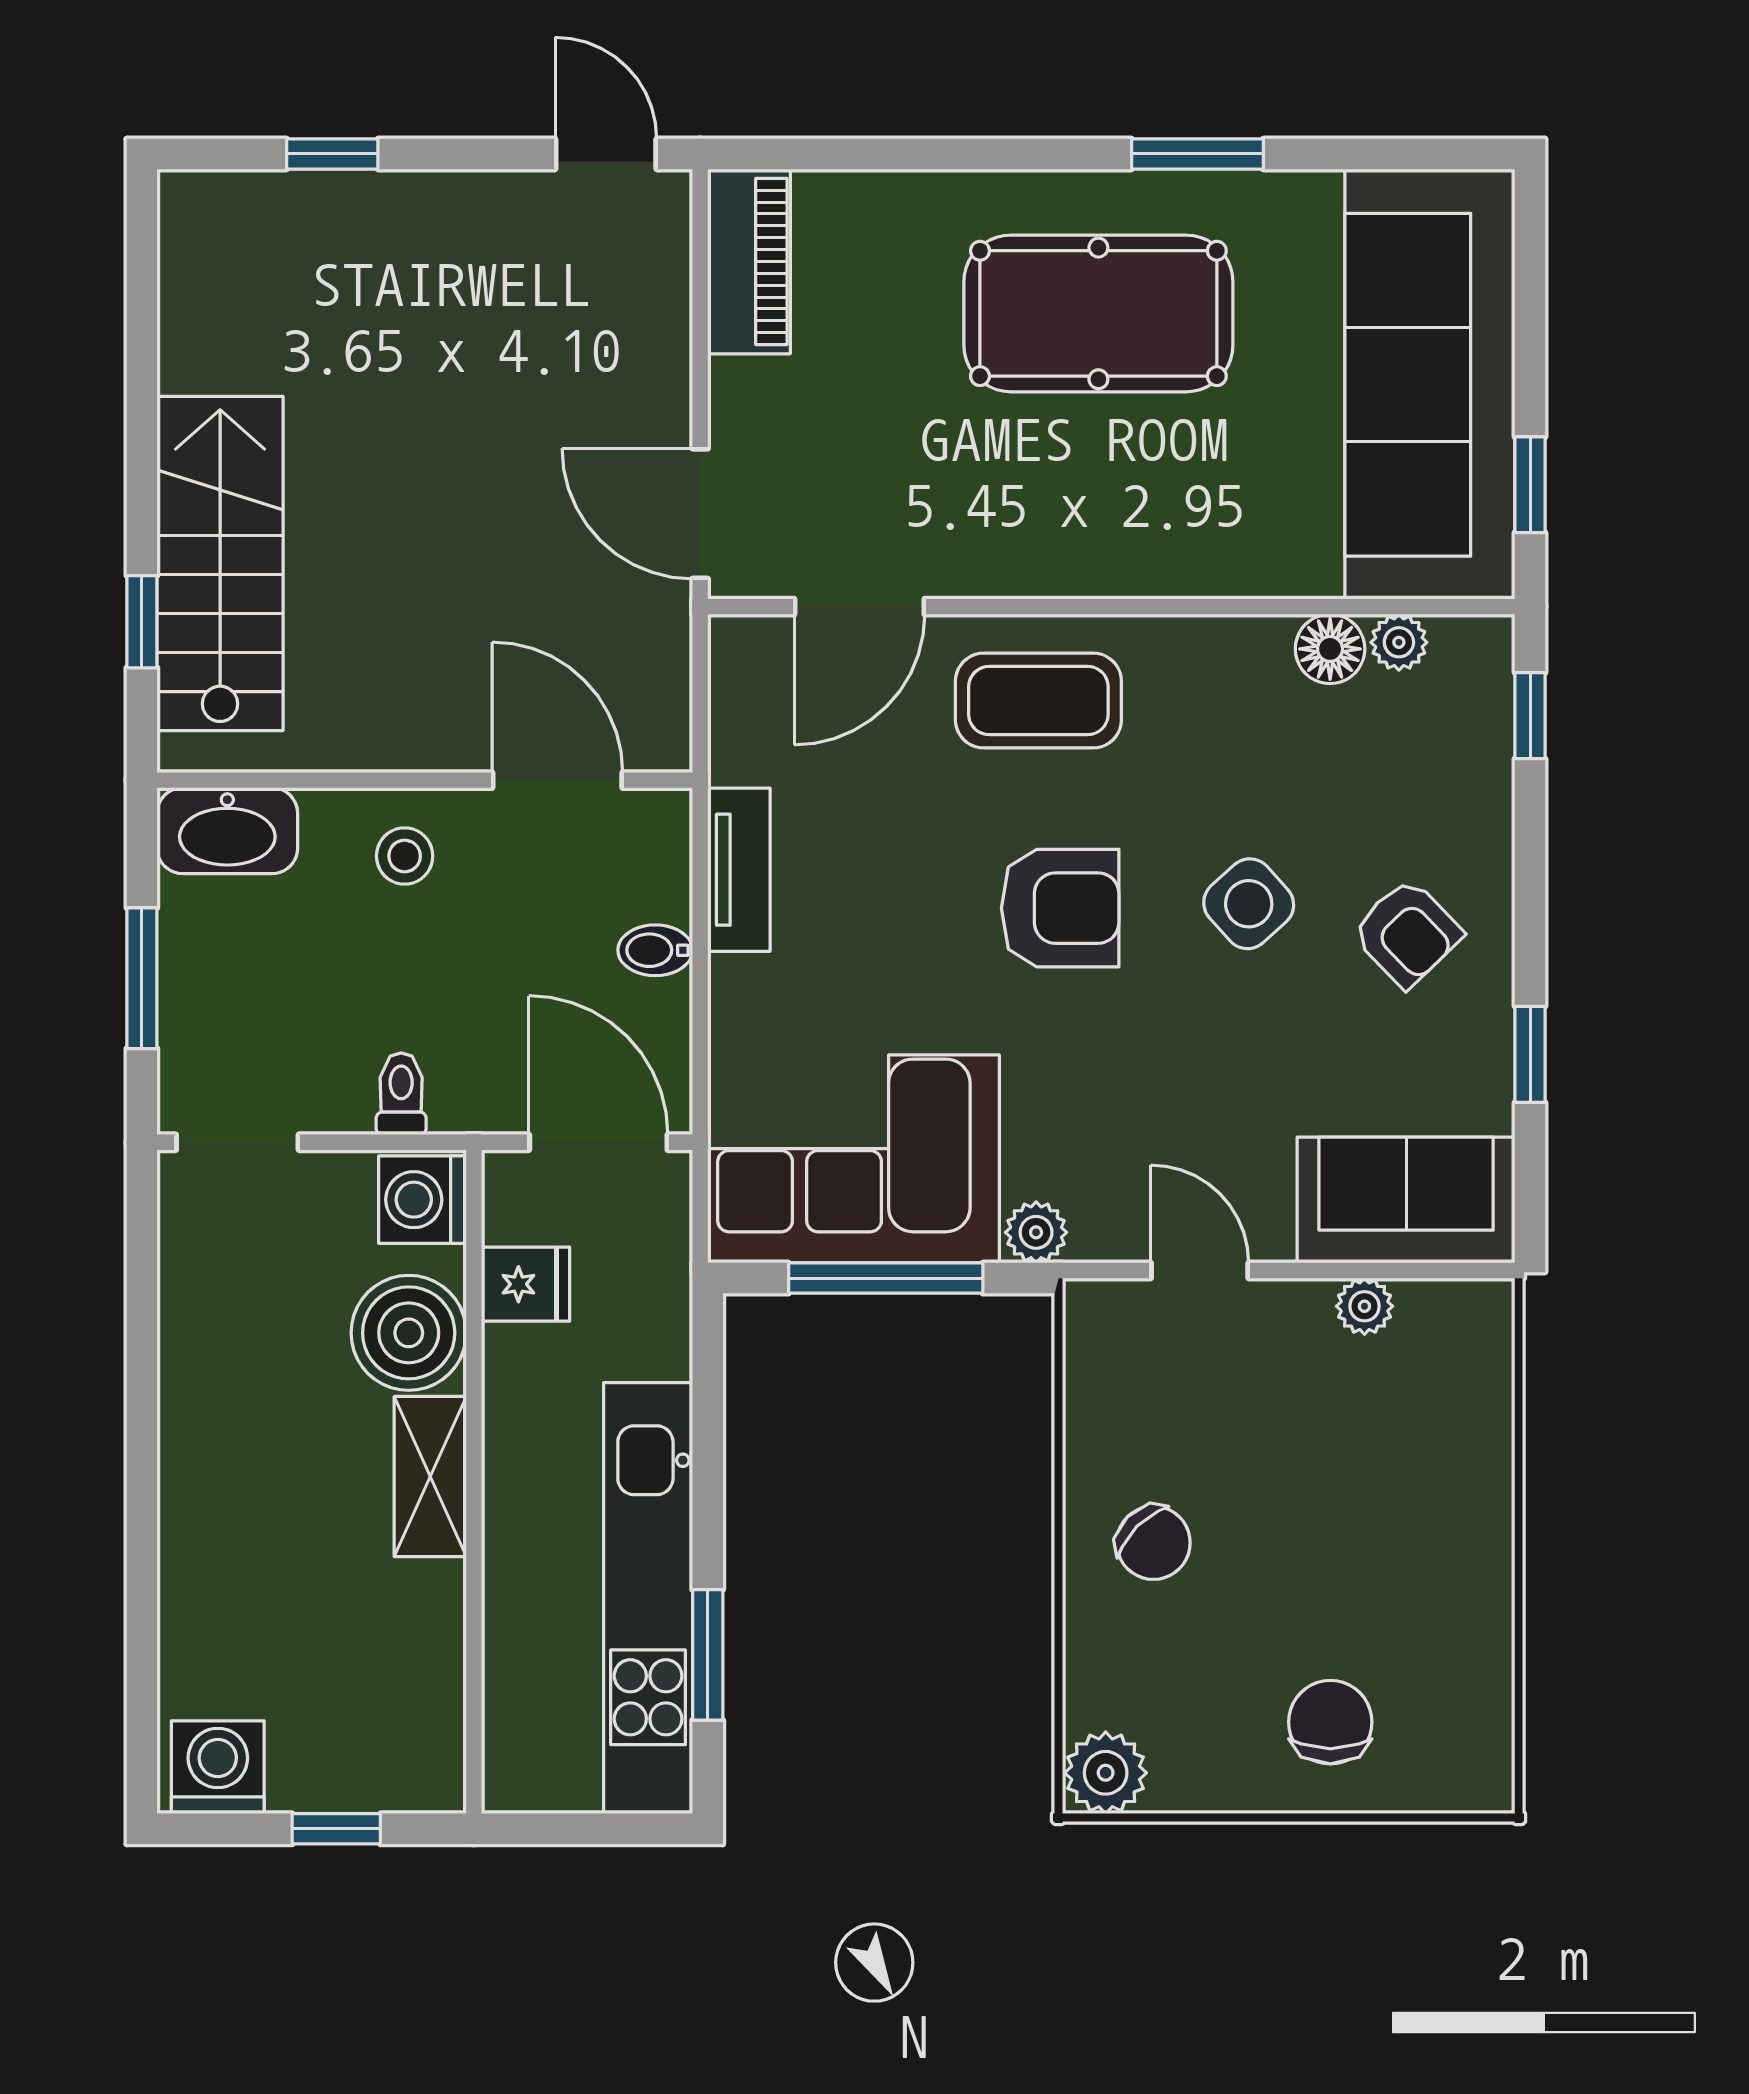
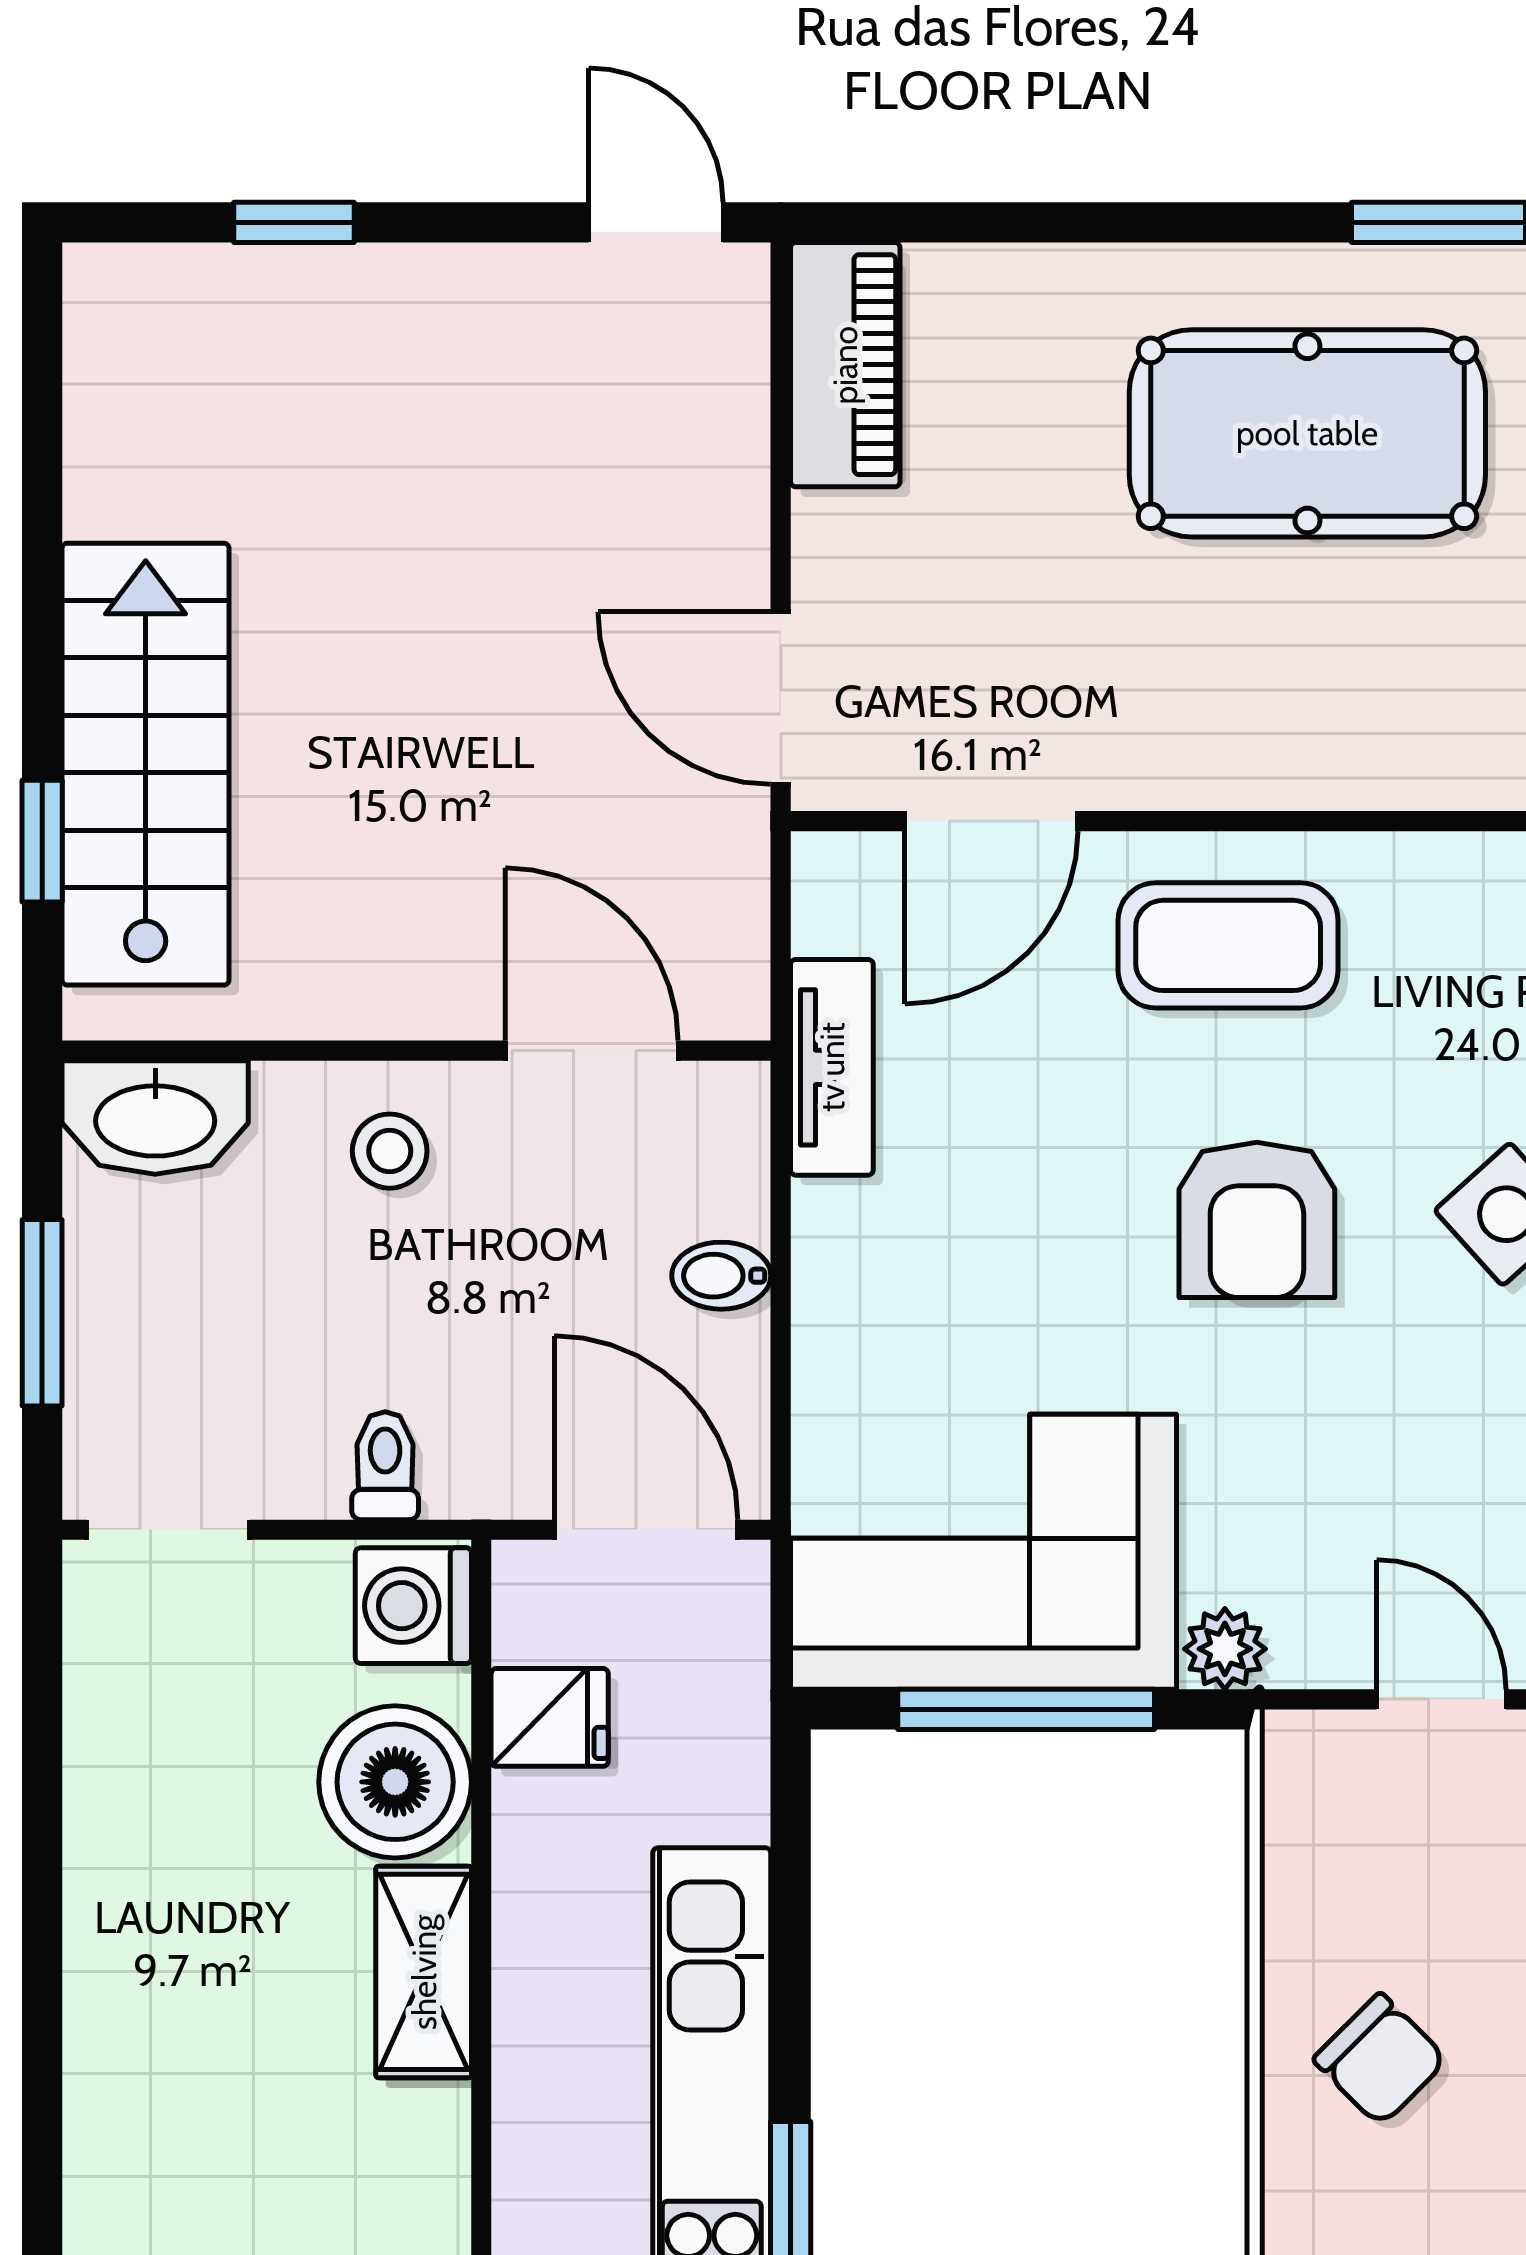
tv unit: (739, 870) -> (832, 1067), moved
armchair: (1060, 908) -> (1257, 1220), turned 90

